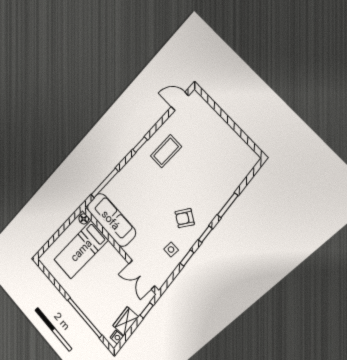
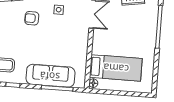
armchair: (185, 218) -> (32, 18), turned 149
sofa: (111, 220) -> (50, 76), moved, turned 90

